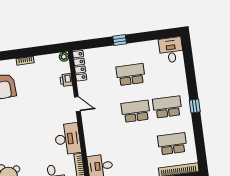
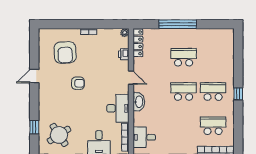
window: (120, 40) -> (178, 24), width x3.17
desk: (171, 50) -> (224, 40), removed
armchair: (21, 118) -> (78, 83), added
washbasin: (89, 129) -> (139, 102), added

